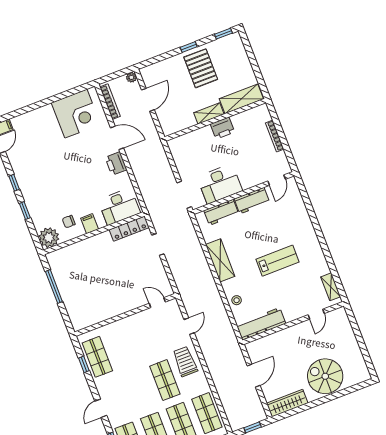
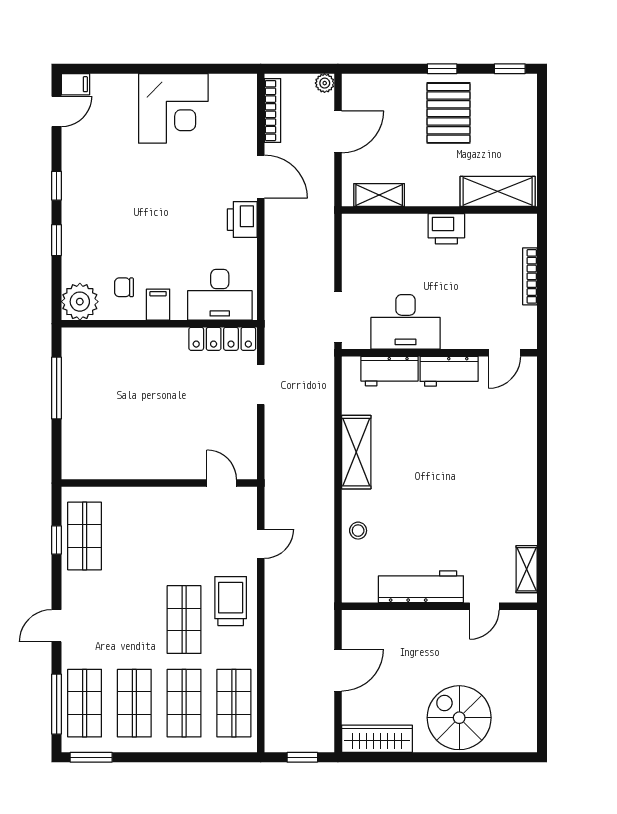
corner desk: (76, 114) -> (173, 108), moved
shelving: (209, 114) -> (379, 195), moved
lab bench: (278, 261) -> (454, 490), removed
workbench: (261, 324) -> (421, 587), moved

